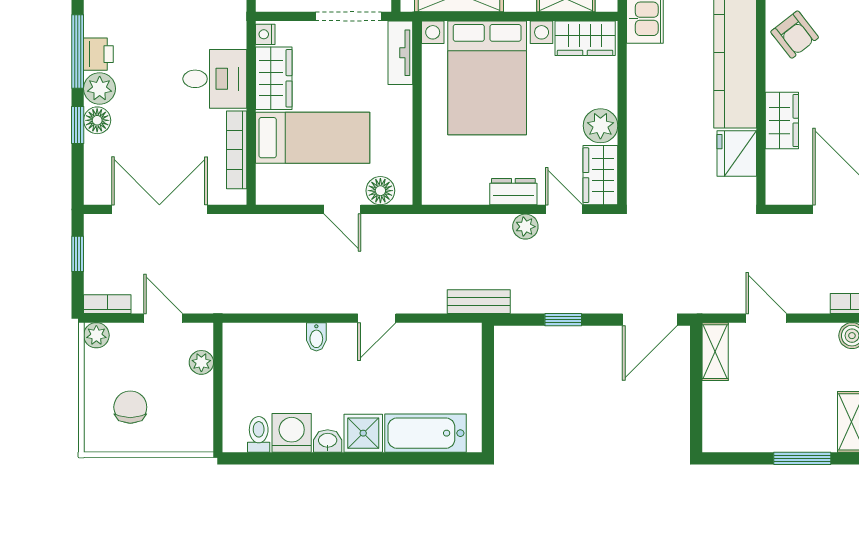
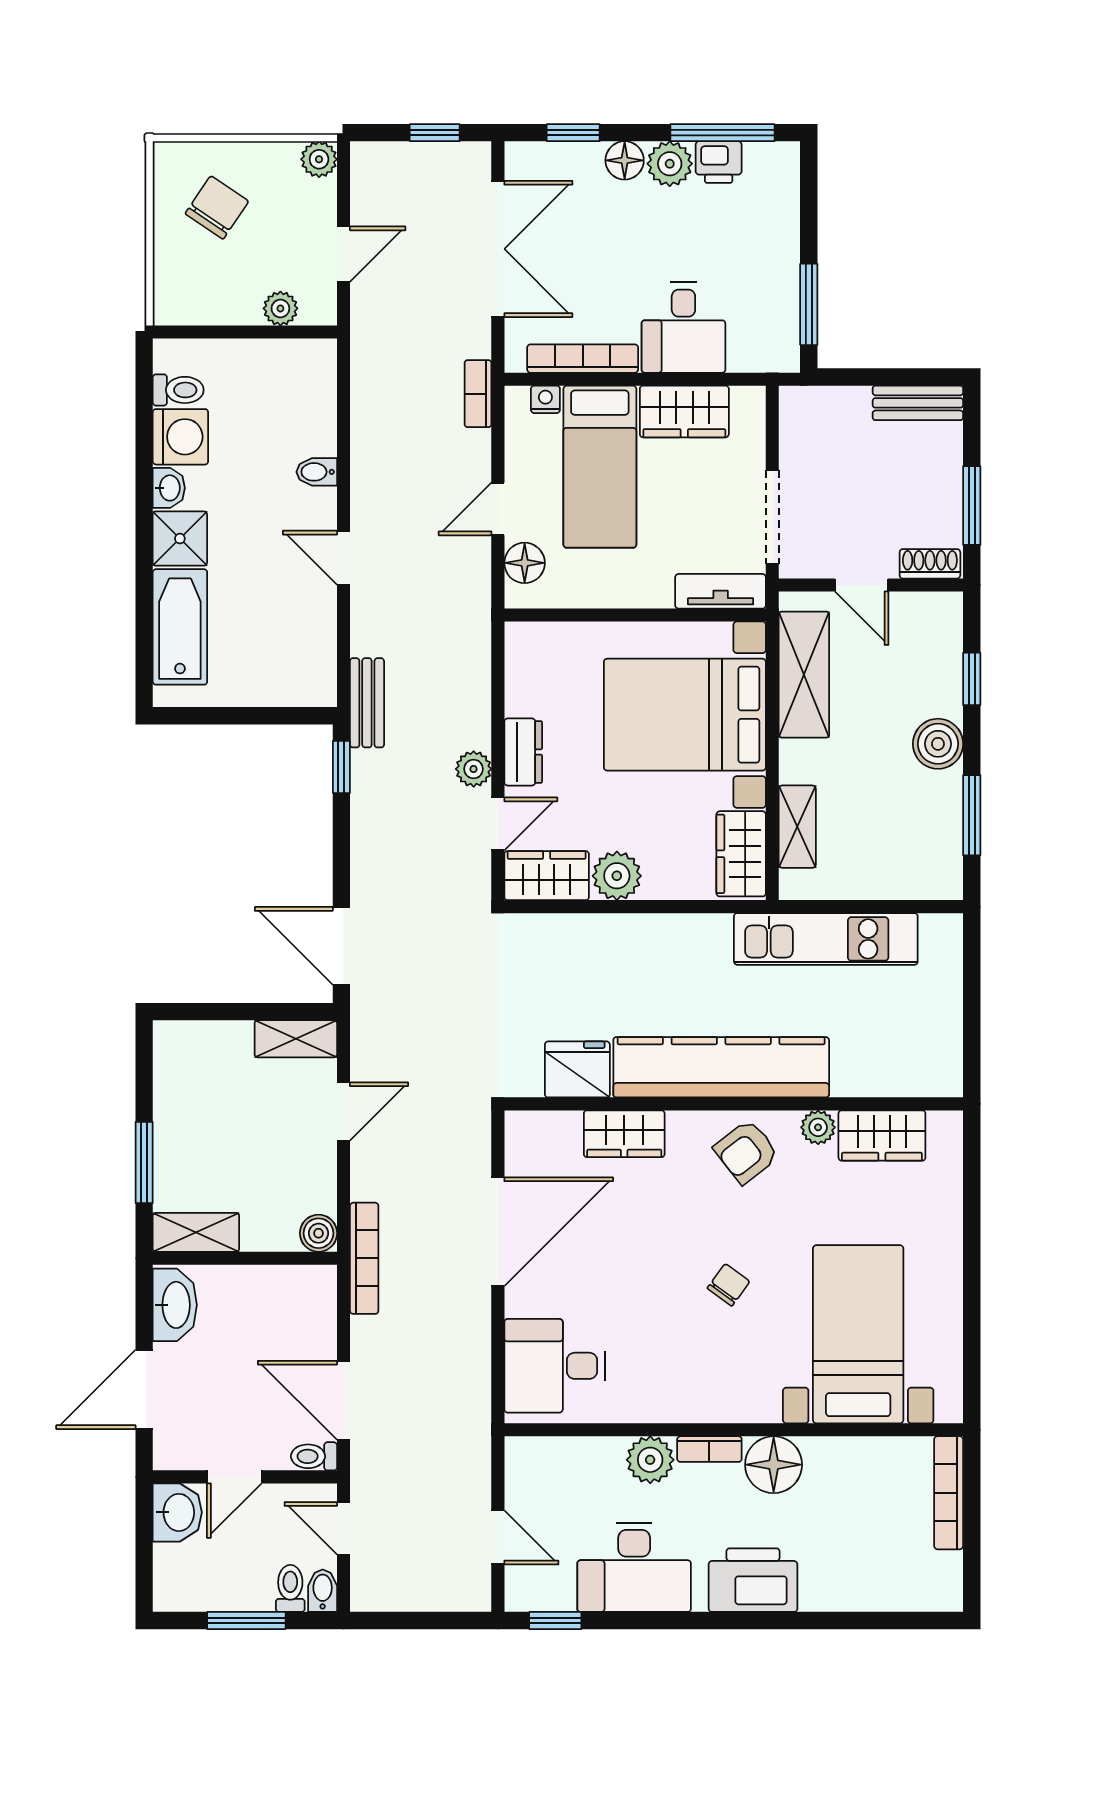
nightstand: (265, 34) -> (545, 399), moved
window: (78, 125) -> (573, 133), moved
bookcase: (107, 304) -> (478, 394), moved, turned 180
window: (563, 320) -> (341, 767), moved
chair: (130, 407) -> (217, 207), turned -56

